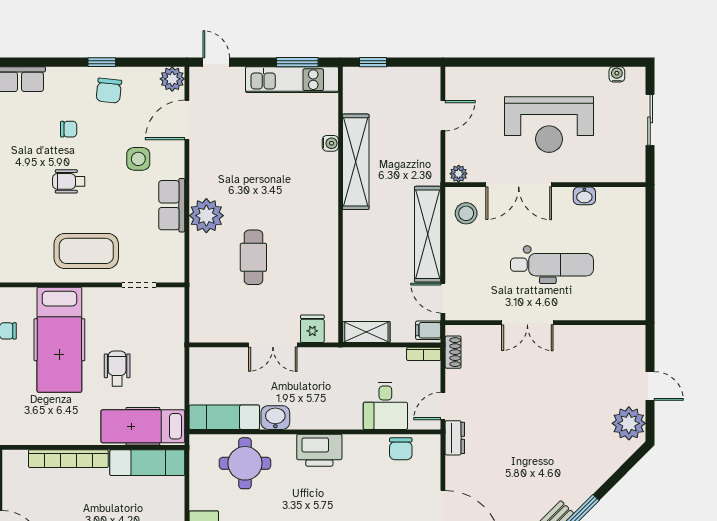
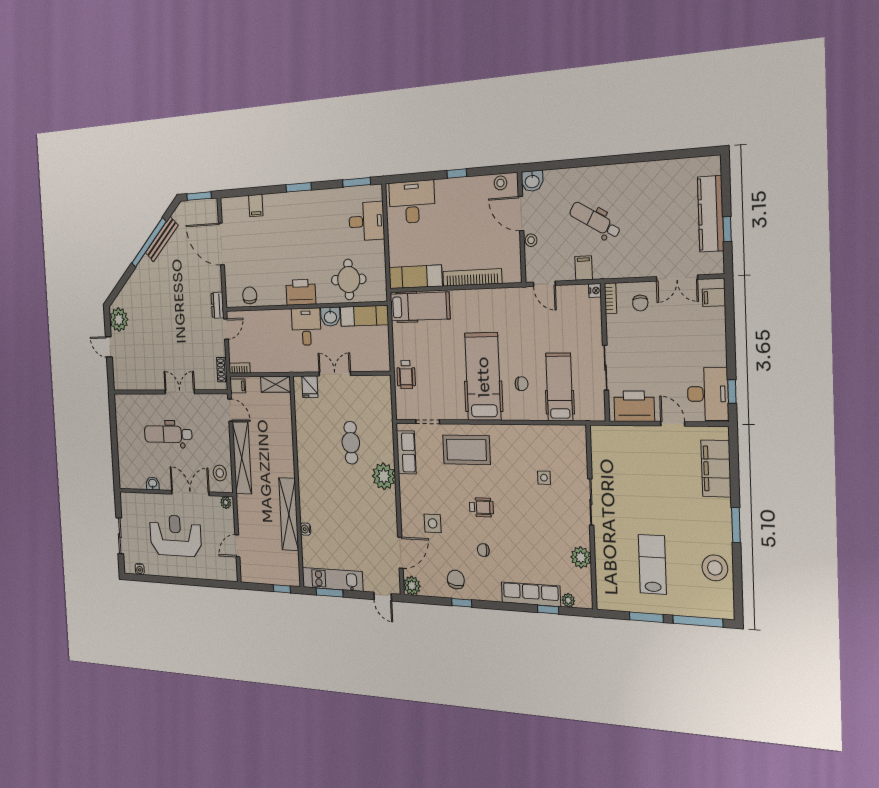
row of seats: (172, 205) -> (406, 452), moved
wheelchair: (117, 369) -> (406, 374), moved
desk: (385, 406) -> (306, 327), moved

